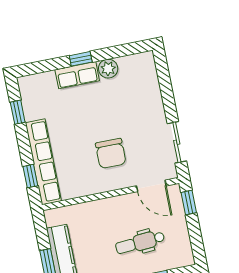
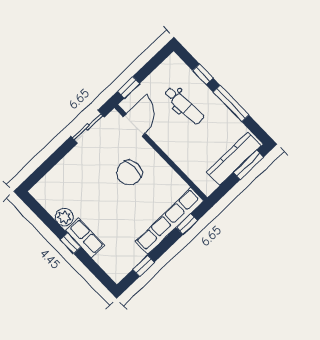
chair: (111, 153) -> (129, 173), turned 180

